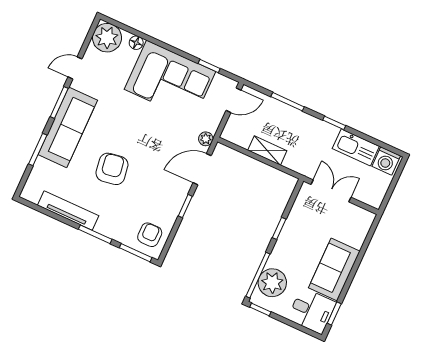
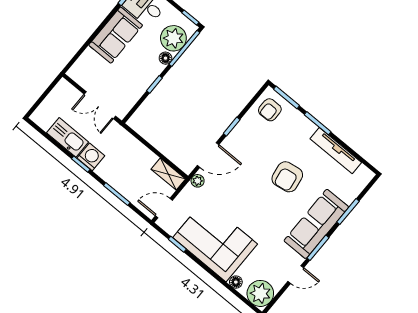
shelving: (267, 150) -> (168, 174), moved
washing machine: (386, 161) -> (91, 157), moved
floor lamp: (275, 259) -> (166, 58), added

